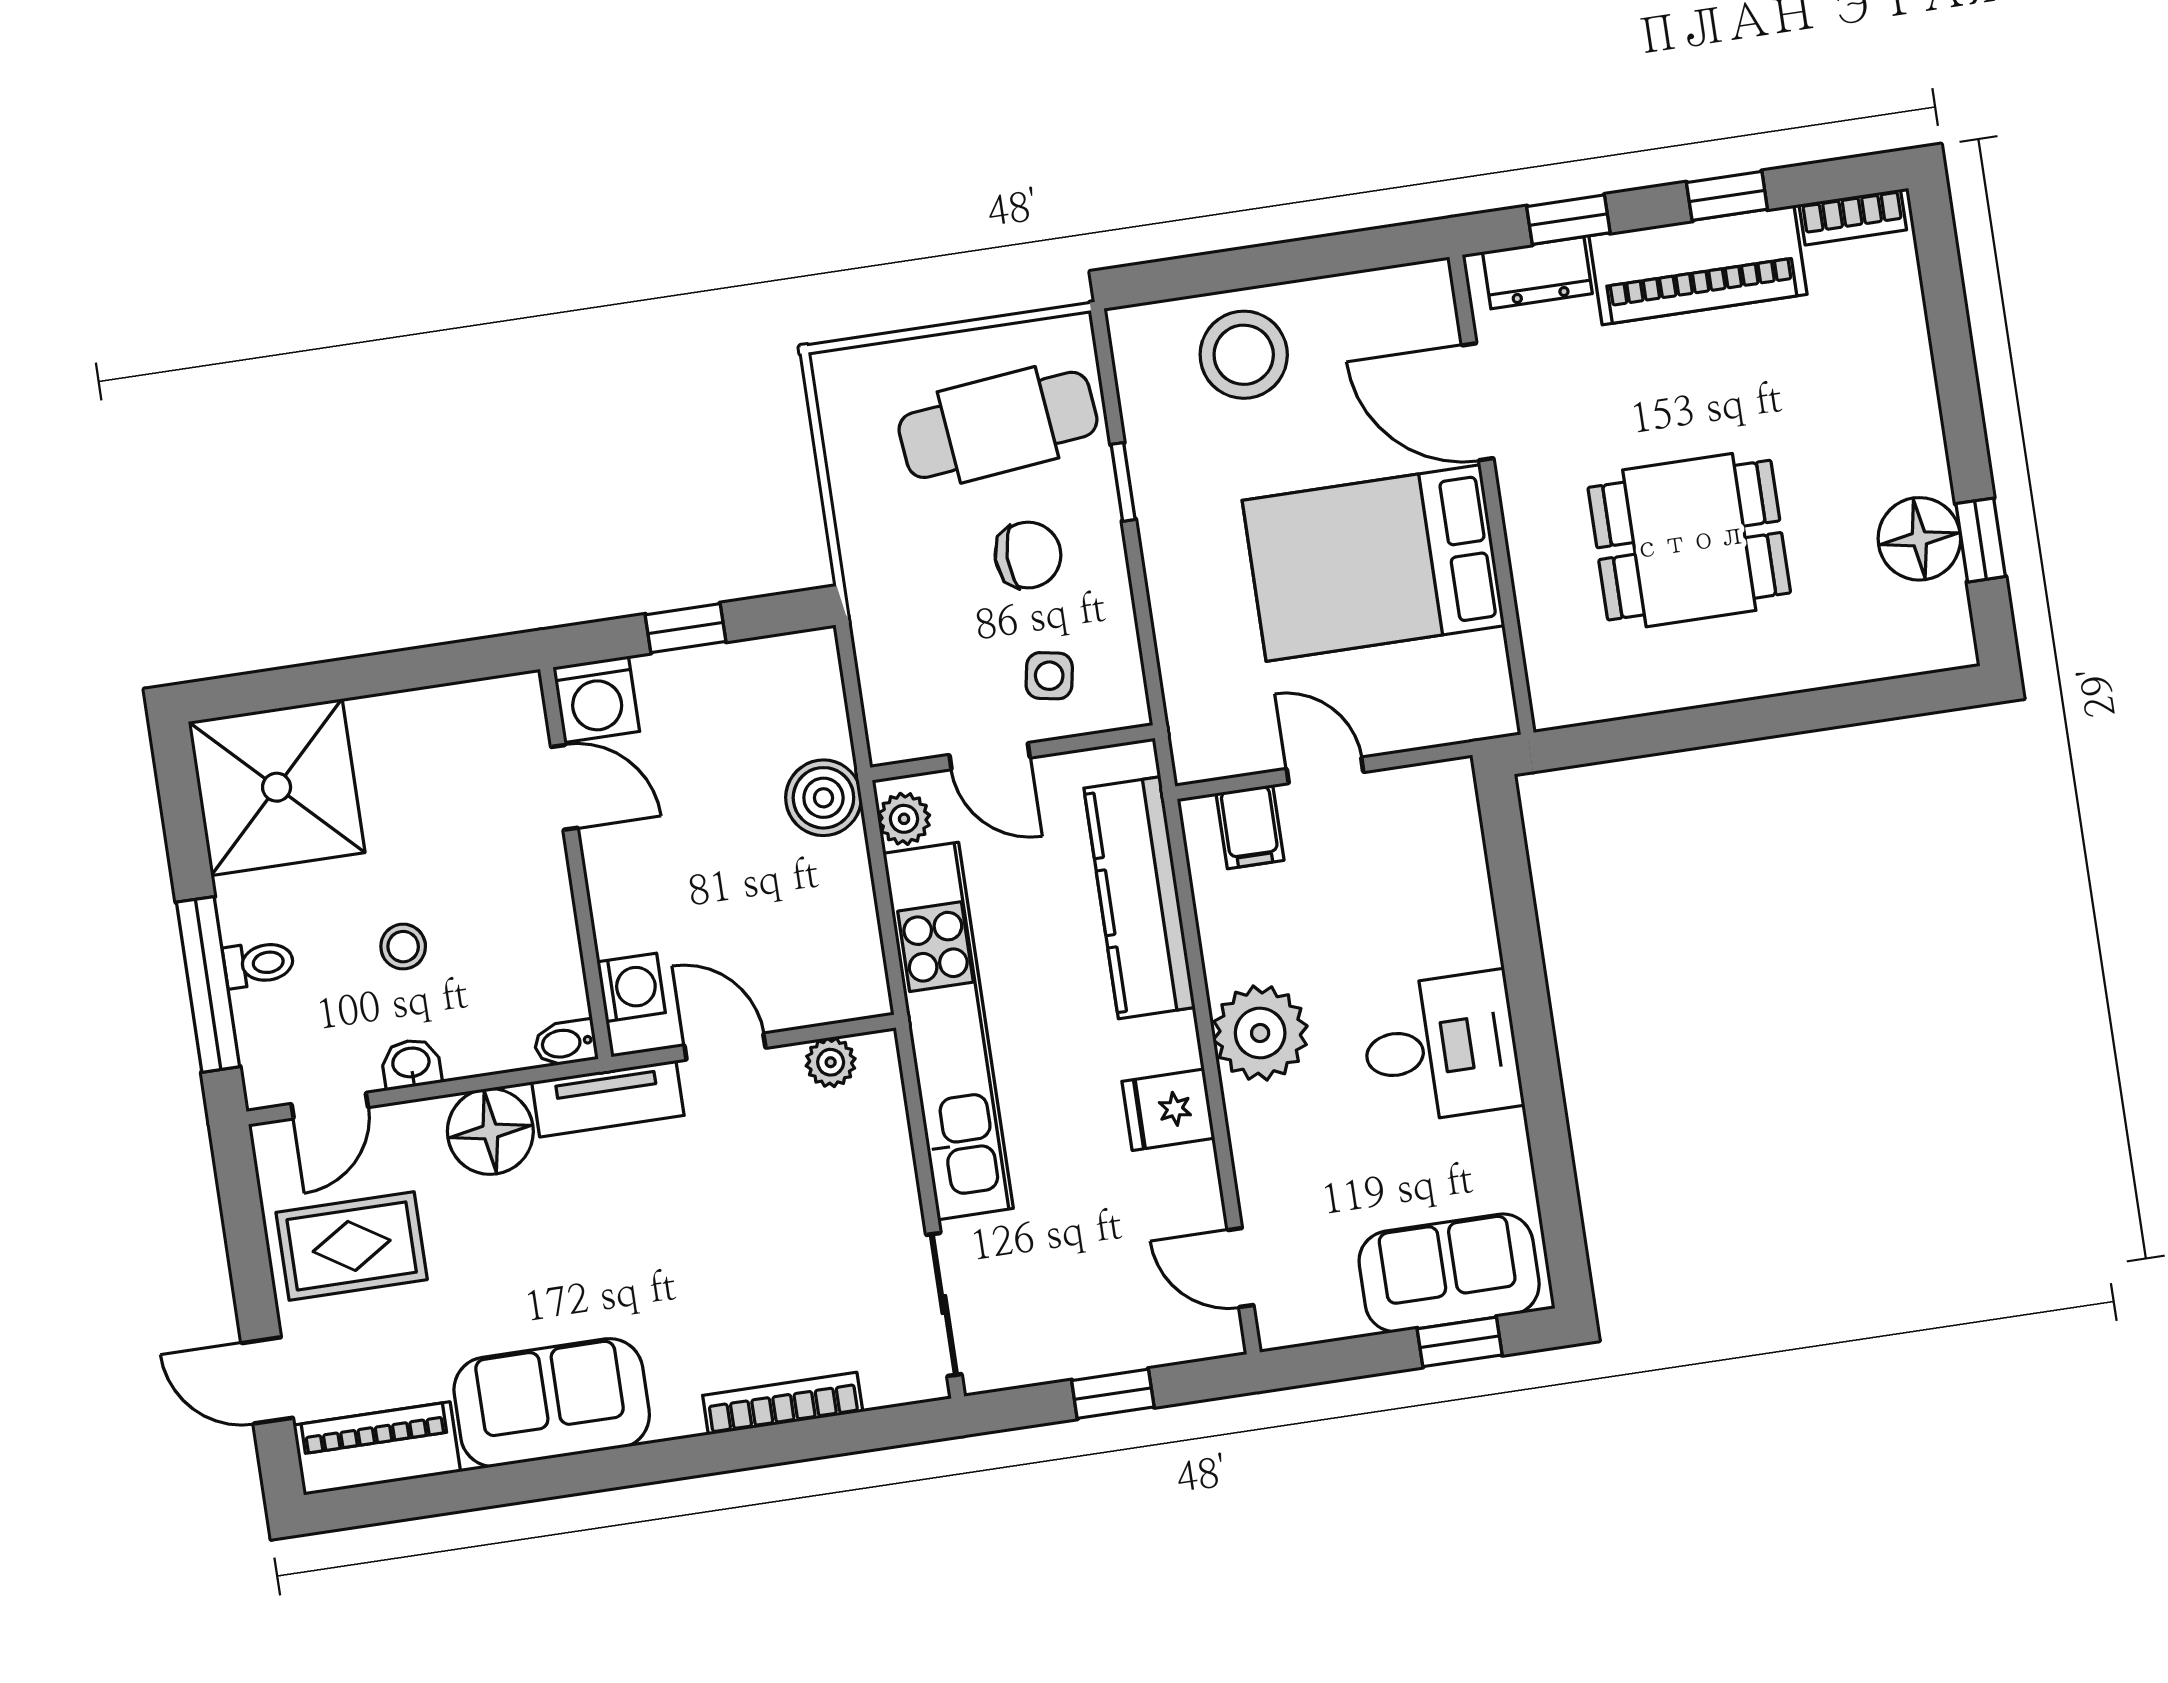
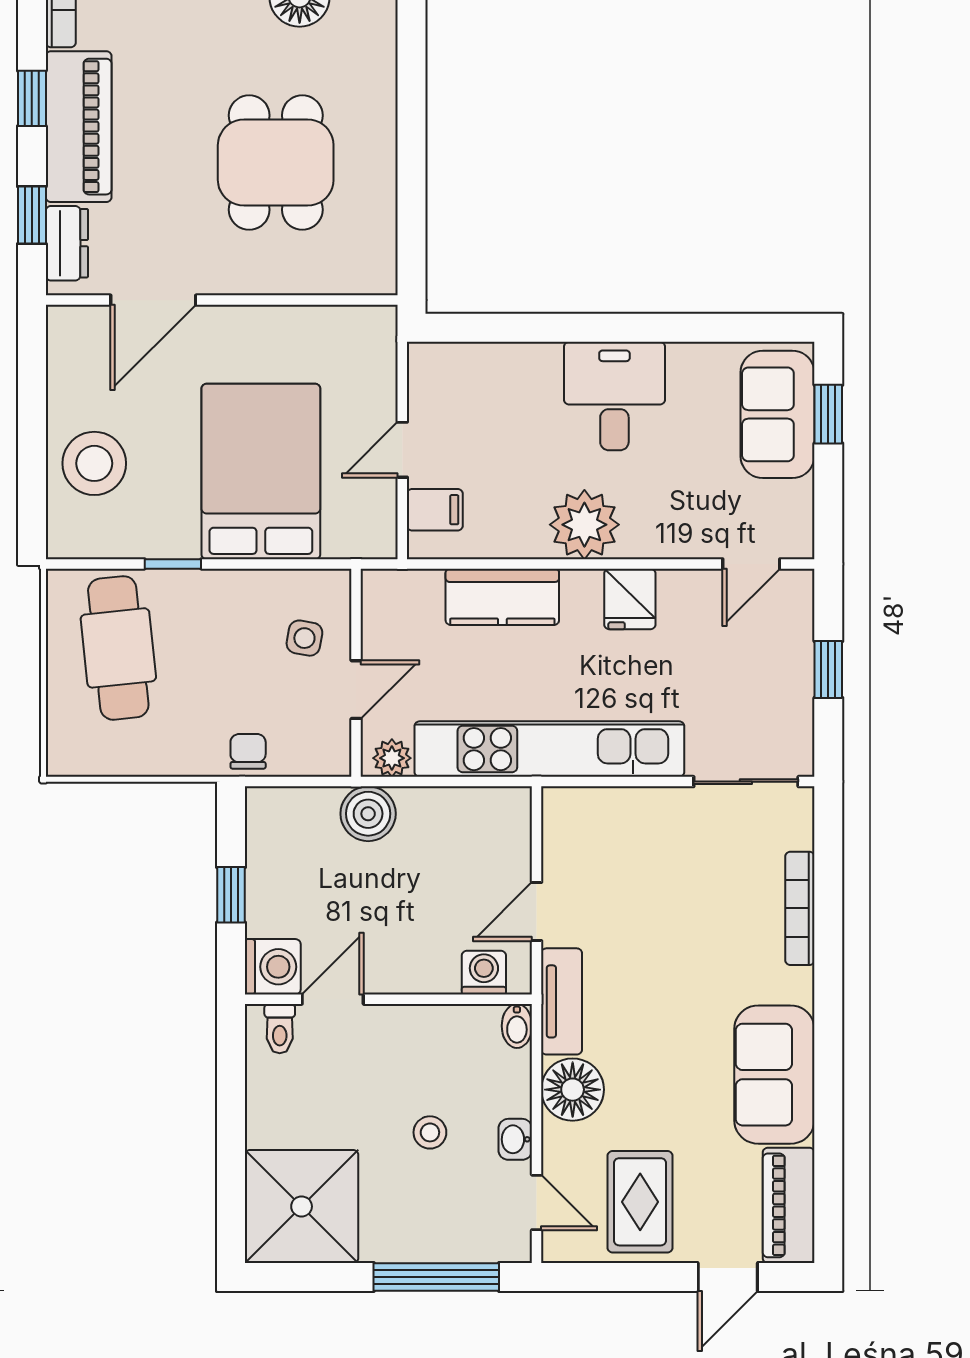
chair: (1028, 555) -> (248, 751), moved, width x0.73, depth x0.73
bed: (1373, 563) -> (261, 471), moved, turned 180
kitchen counter: (1140, 898) -> (502, 597), width x0.67
toilet: (259, 964) -> (280, 1029), moved, turned 180
plant: (831, 1062) -> (559, 837), removed

